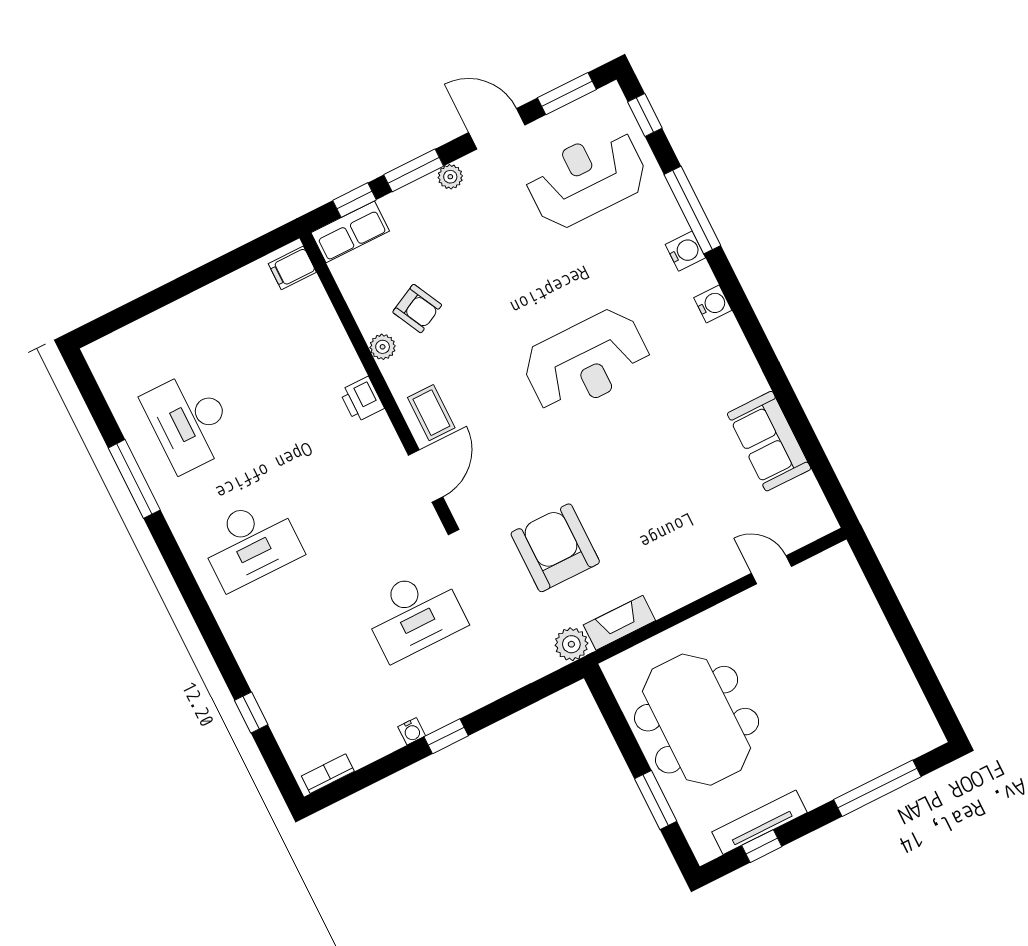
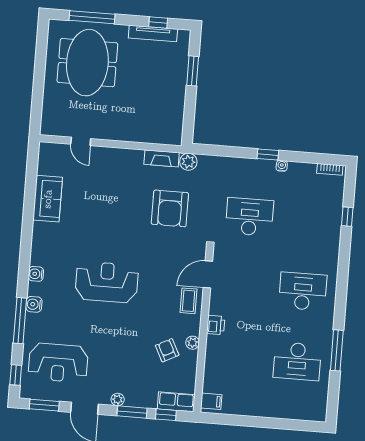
desk: (189, 421) -> (297, 361), turned 90
meeting table: (697, 720) -> (87, 63), moved

